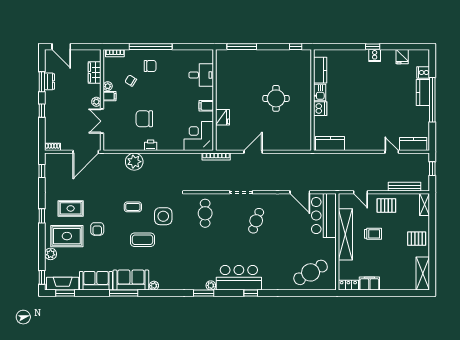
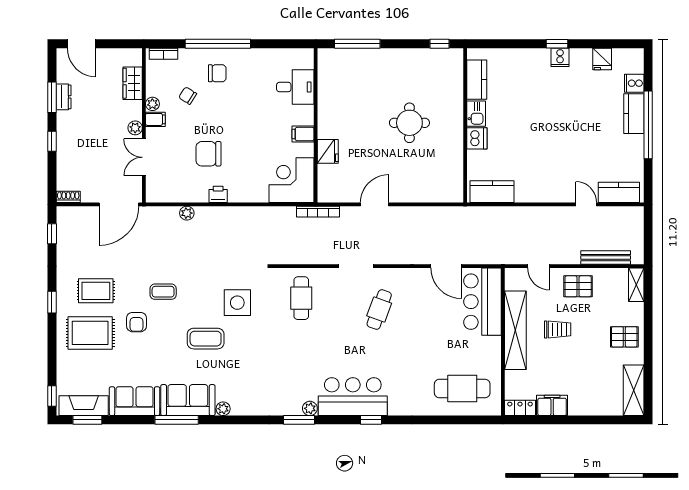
plant: (134, 162) -> (187, 213), width x0.53, depth x0.53
window: (432, 169) -> (648, 230), removed
coffee table: (133, 207) -> (163, 292), moved
plant: (51, 254) -> (65, 360), removed
cafe table: (311, 272) -> (462, 388), turned 30

